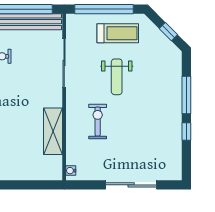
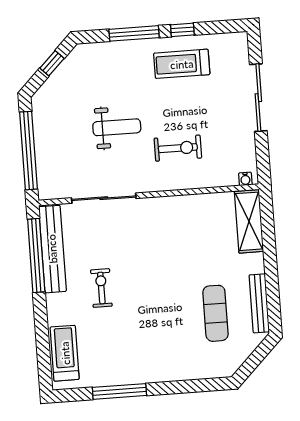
treadmill: (118, 33) -> (182, 64), moved, turned -90
exercise bike: (98, 122) -> (178, 148), turned 180
shelving: (53, 131) -> (249, 221), moved, turned 90

